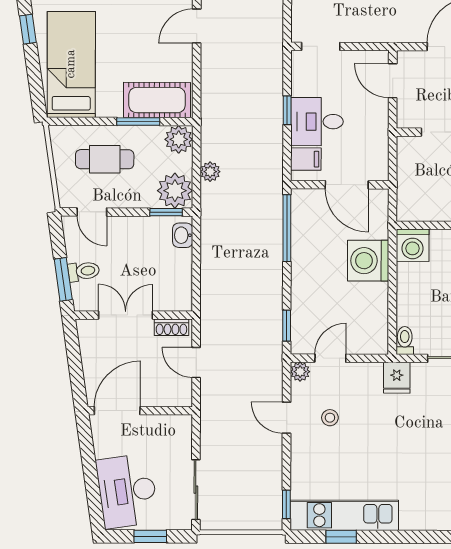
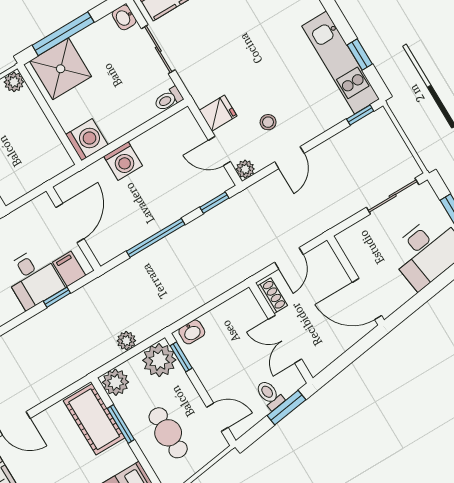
window: (287, 110) -> (57, 297), moved
door: (92, 212) -> (217, 417), hinge flipped
window: (287, 228) -> (156, 238), moved
washing machine: (368, 261) -> (123, 161), width x0.73, depth x0.73
fridge: (397, 378) -> (218, 113), moved

